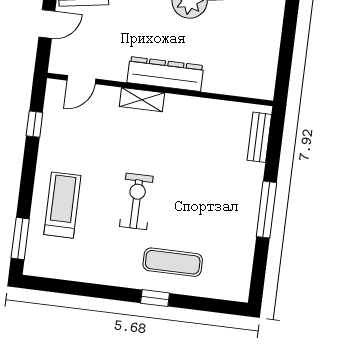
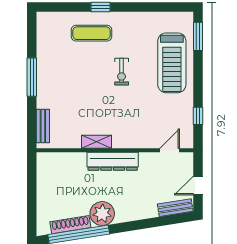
shelving: (142, 100) -> (96, 142), moved
exercise bike: (136, 201) -> (122, 72), width x0.73, depth x0.72
treadmill: (62, 205) -> (172, 63), width x1.37, depth x1.38

